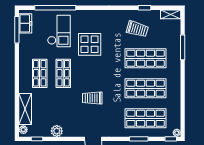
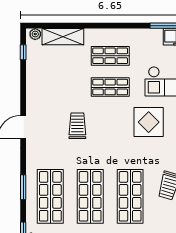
plant: (57, 131) -> (34, 78), removed

